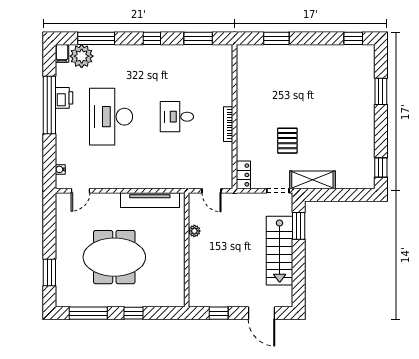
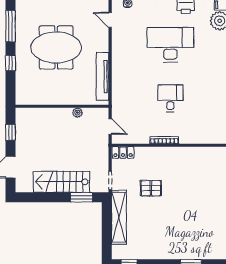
shelving: (312, 180) -> (119, 217), width x1.47
door: (212, 191) -> (110, 127), swing flipped
meeting table: (114, 257) -> (56, 47), turned 90

